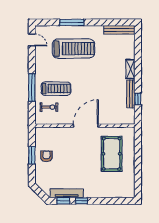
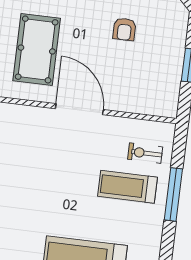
door: (86, 126) -> (79, 109), swing flipped
armchair: (46, 156) -> (124, 29), moved

